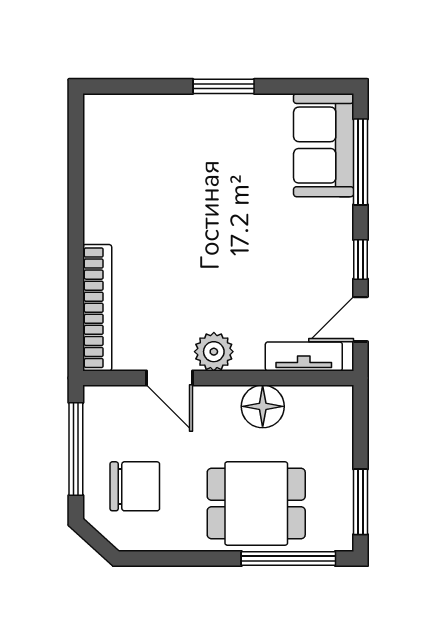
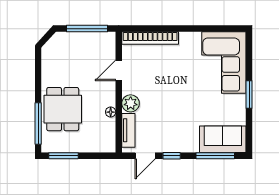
corner sofa: (152, 143) -> (224, 62), added
door: (361, 319) -> (145, 156), swing flipped
plant: (214, 352) -> (131, 103), moved
floor lamp: (263, 406) -> (111, 112), width x0.53, depth x0.53
chair: (135, 486) -> (70, 55), removed

